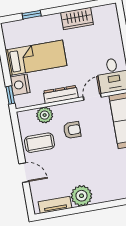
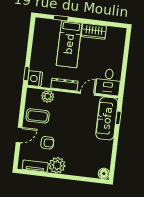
bed: (36, 58) -> (69, 44), moved, turned 90
nightstand: (20, 85) -> (35, 79), moved
armchair: (72, 130) -> (47, 143), moved
door: (24, 173) -> (19, 135), hinge flipped

